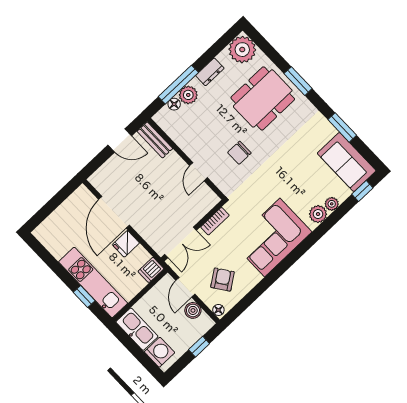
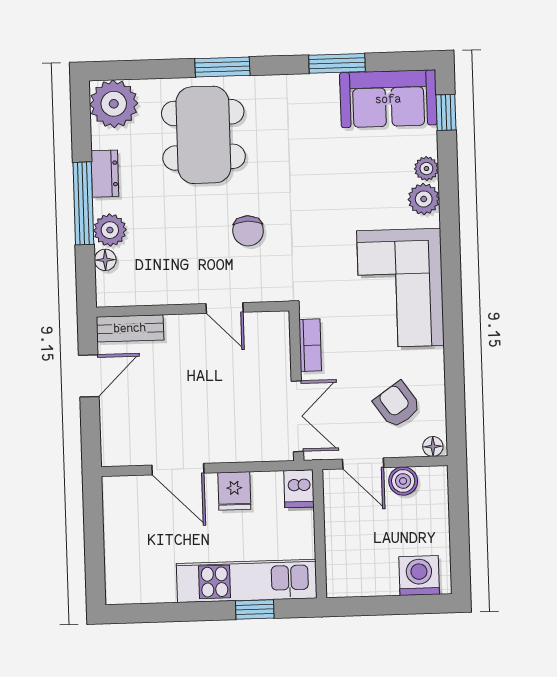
window: (178, 85) -> (83, 203), moved
door: (114, 212) -> (178, 469), width x0.73
kitchen sink: (137, 329) -> (361, 578), removed
window: (199, 347) -> (459, 516), removed

